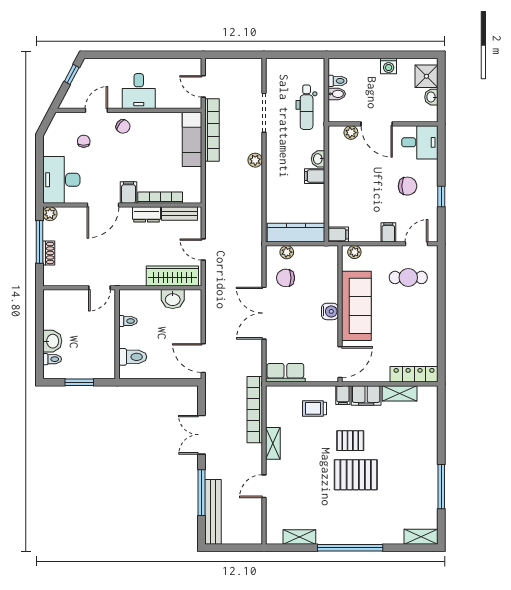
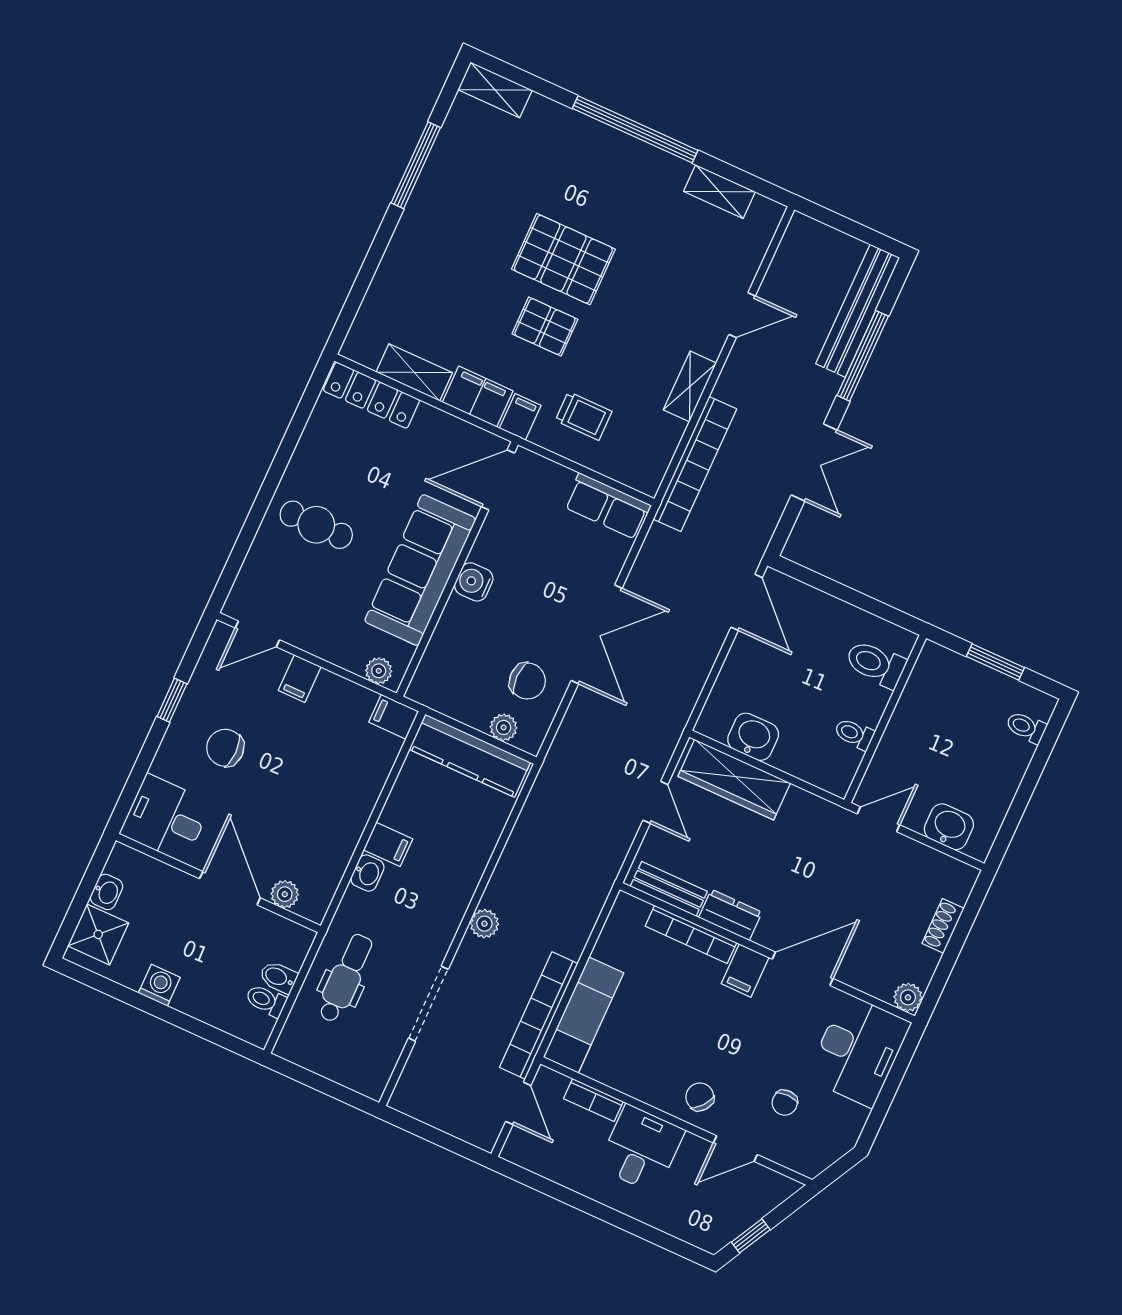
bookcase: (170, 103) -> (593, 1100), added
window: (39, 242) -> (951, 954), removed
cafe table: (408, 277) -> (316, 525), moved
washbasin: (52, 341) -> (949, 827), moved, turned 90

